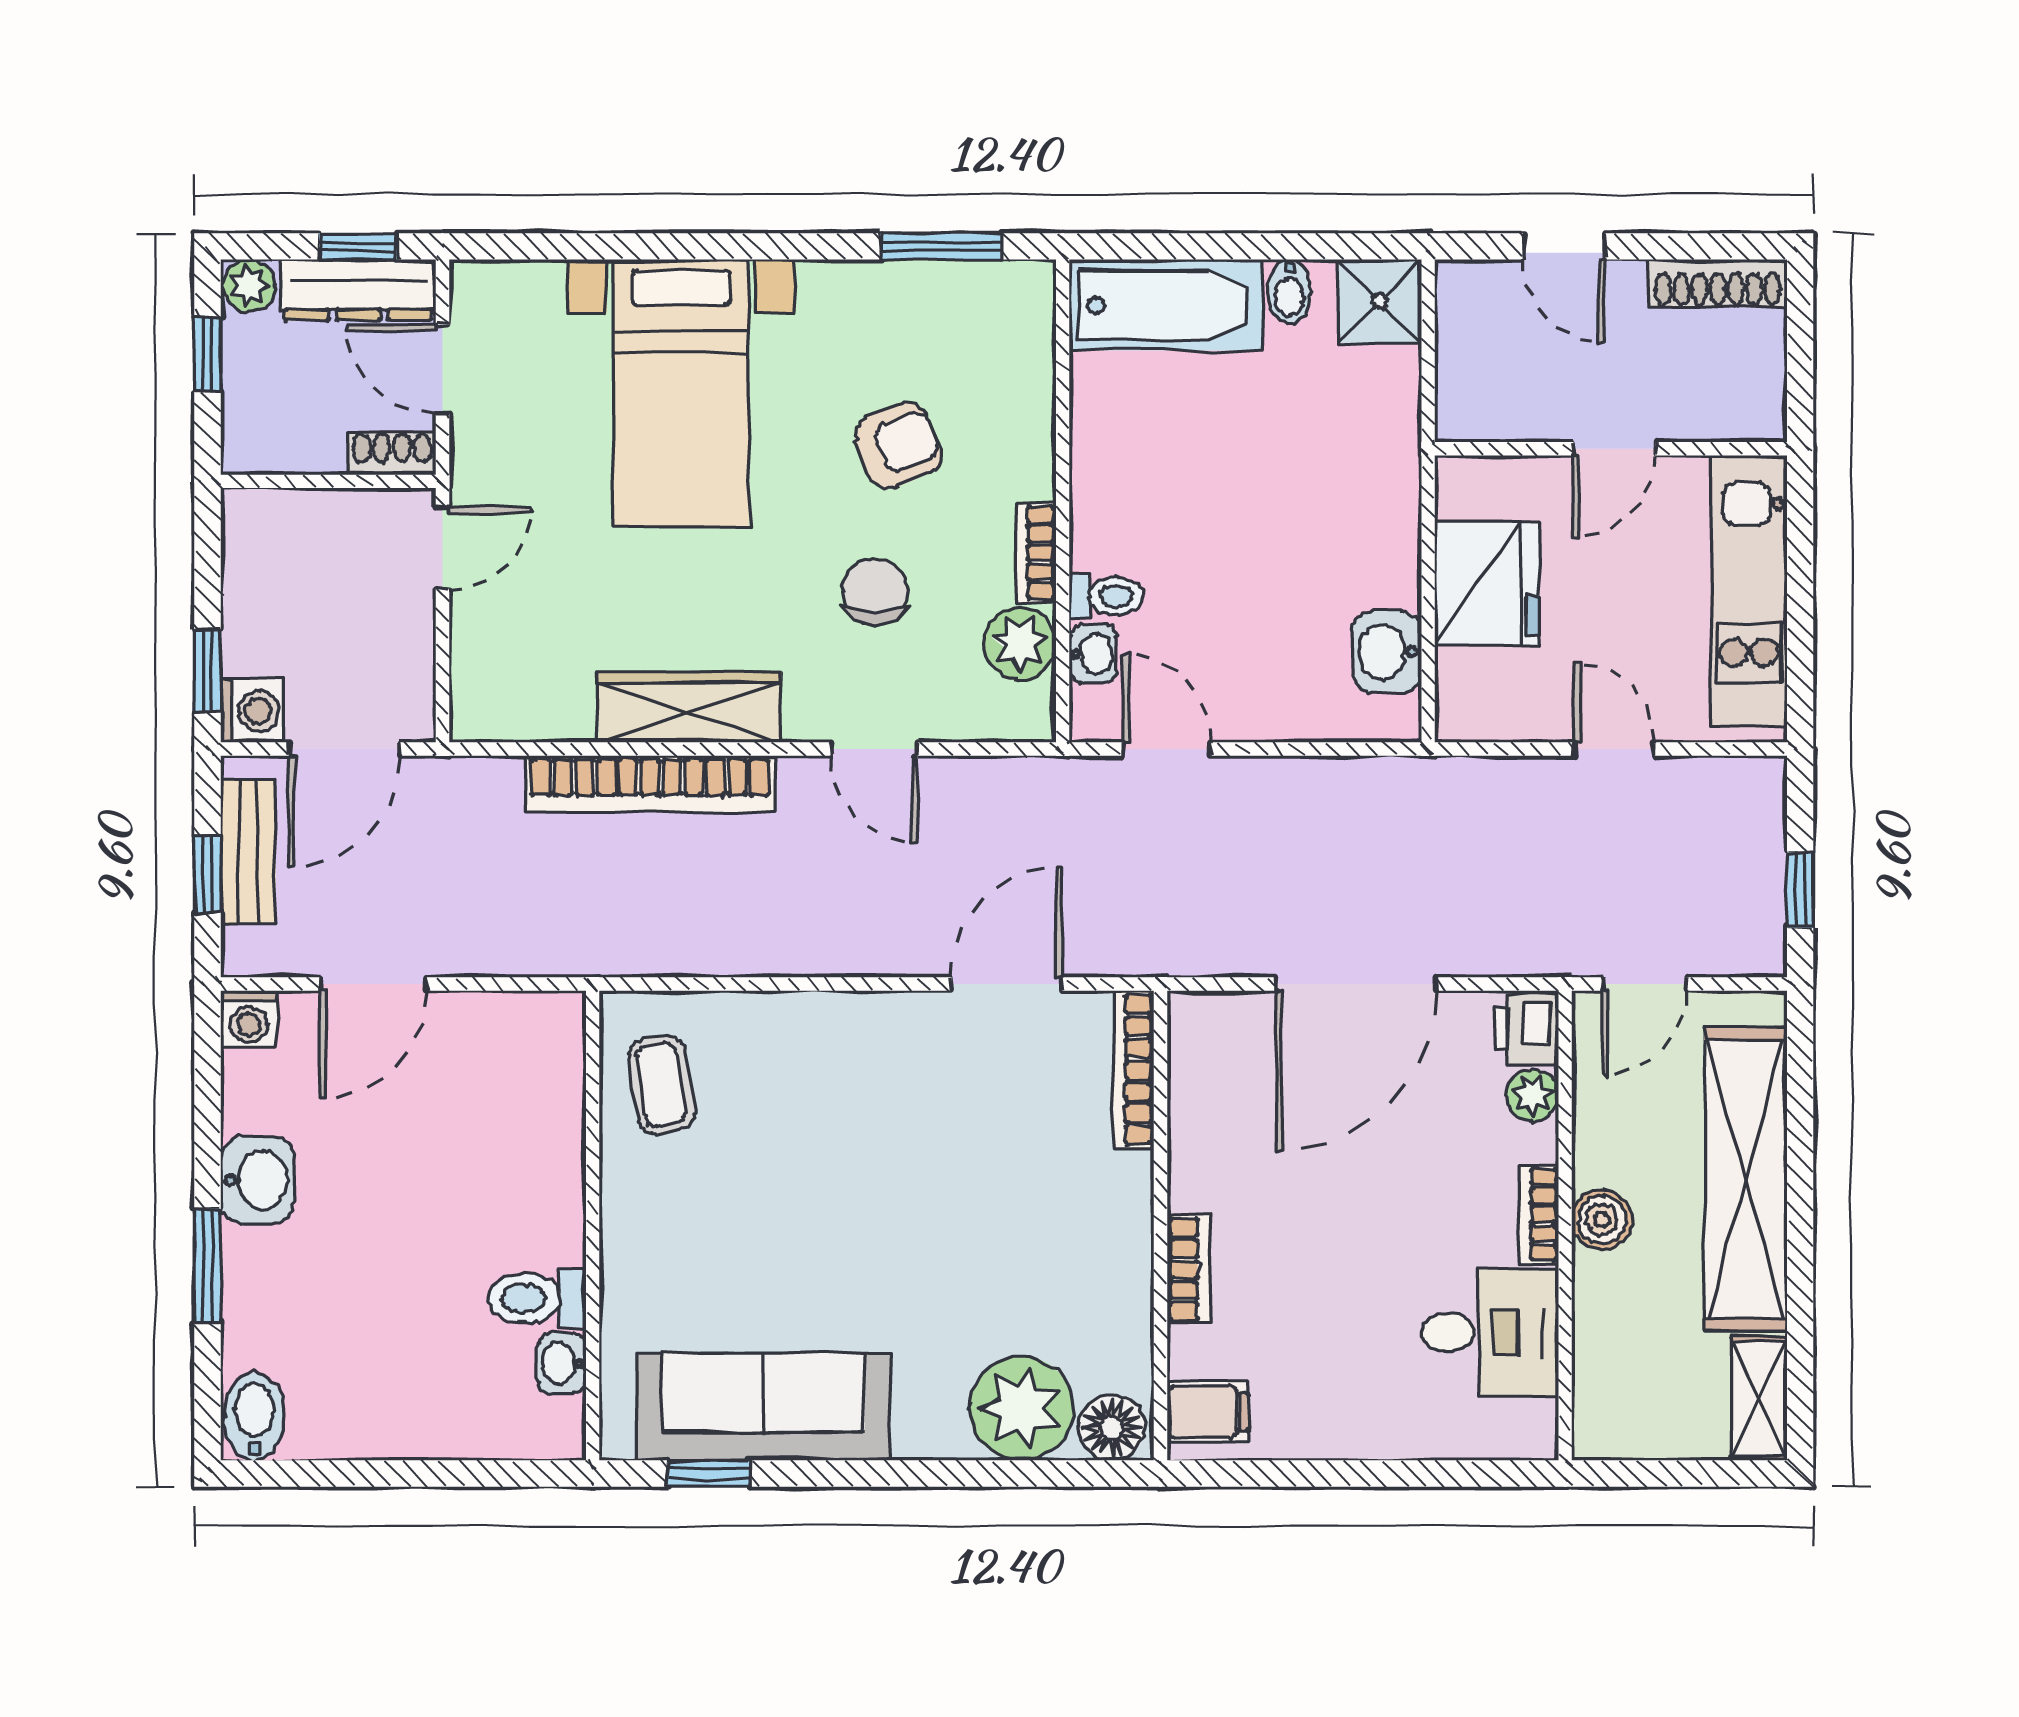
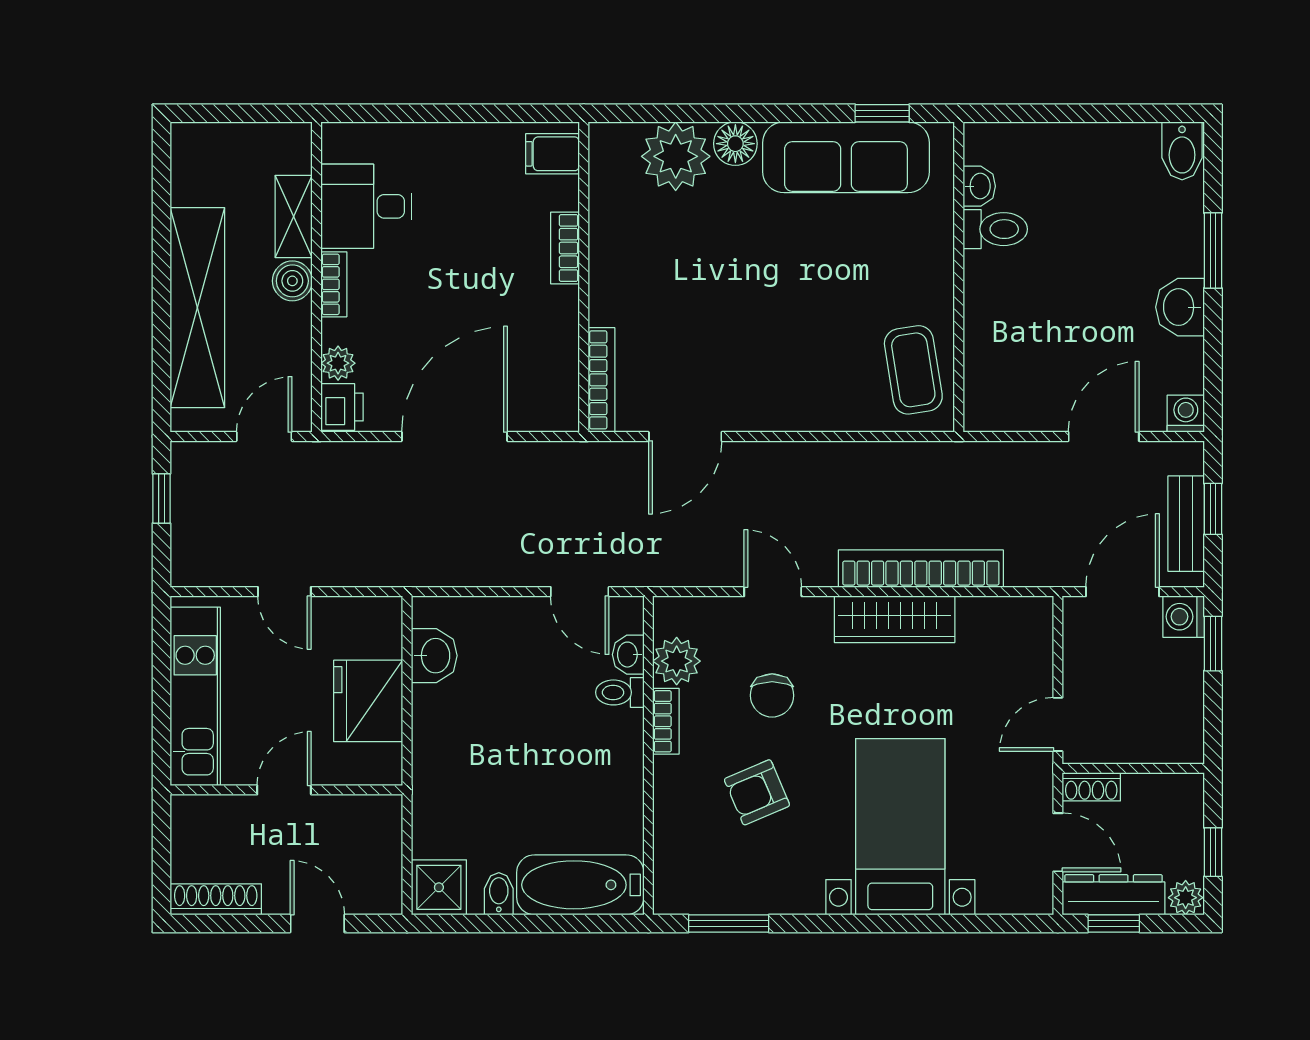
coffee table: (661, 1085) -> (913, 370), width x1.36, depth x1.30
shelving: (1759, 1398) -> (294, 216), moved
floor lamp: (1112, 1427) -> (735, 144), moved

